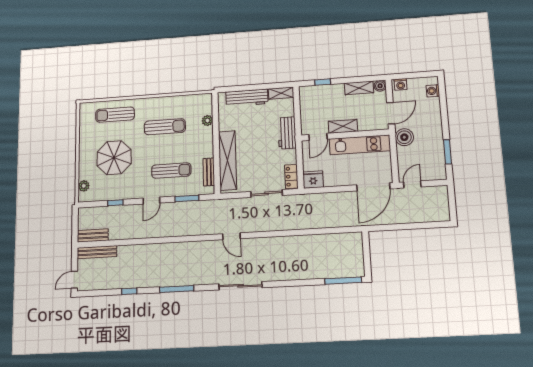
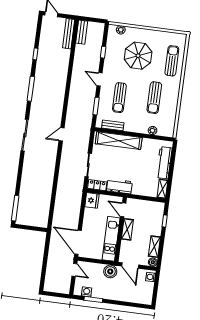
washing machine: (433, 91) -> (87, 292), moved
workbench: (287, 133) -> (119, 186), moved

